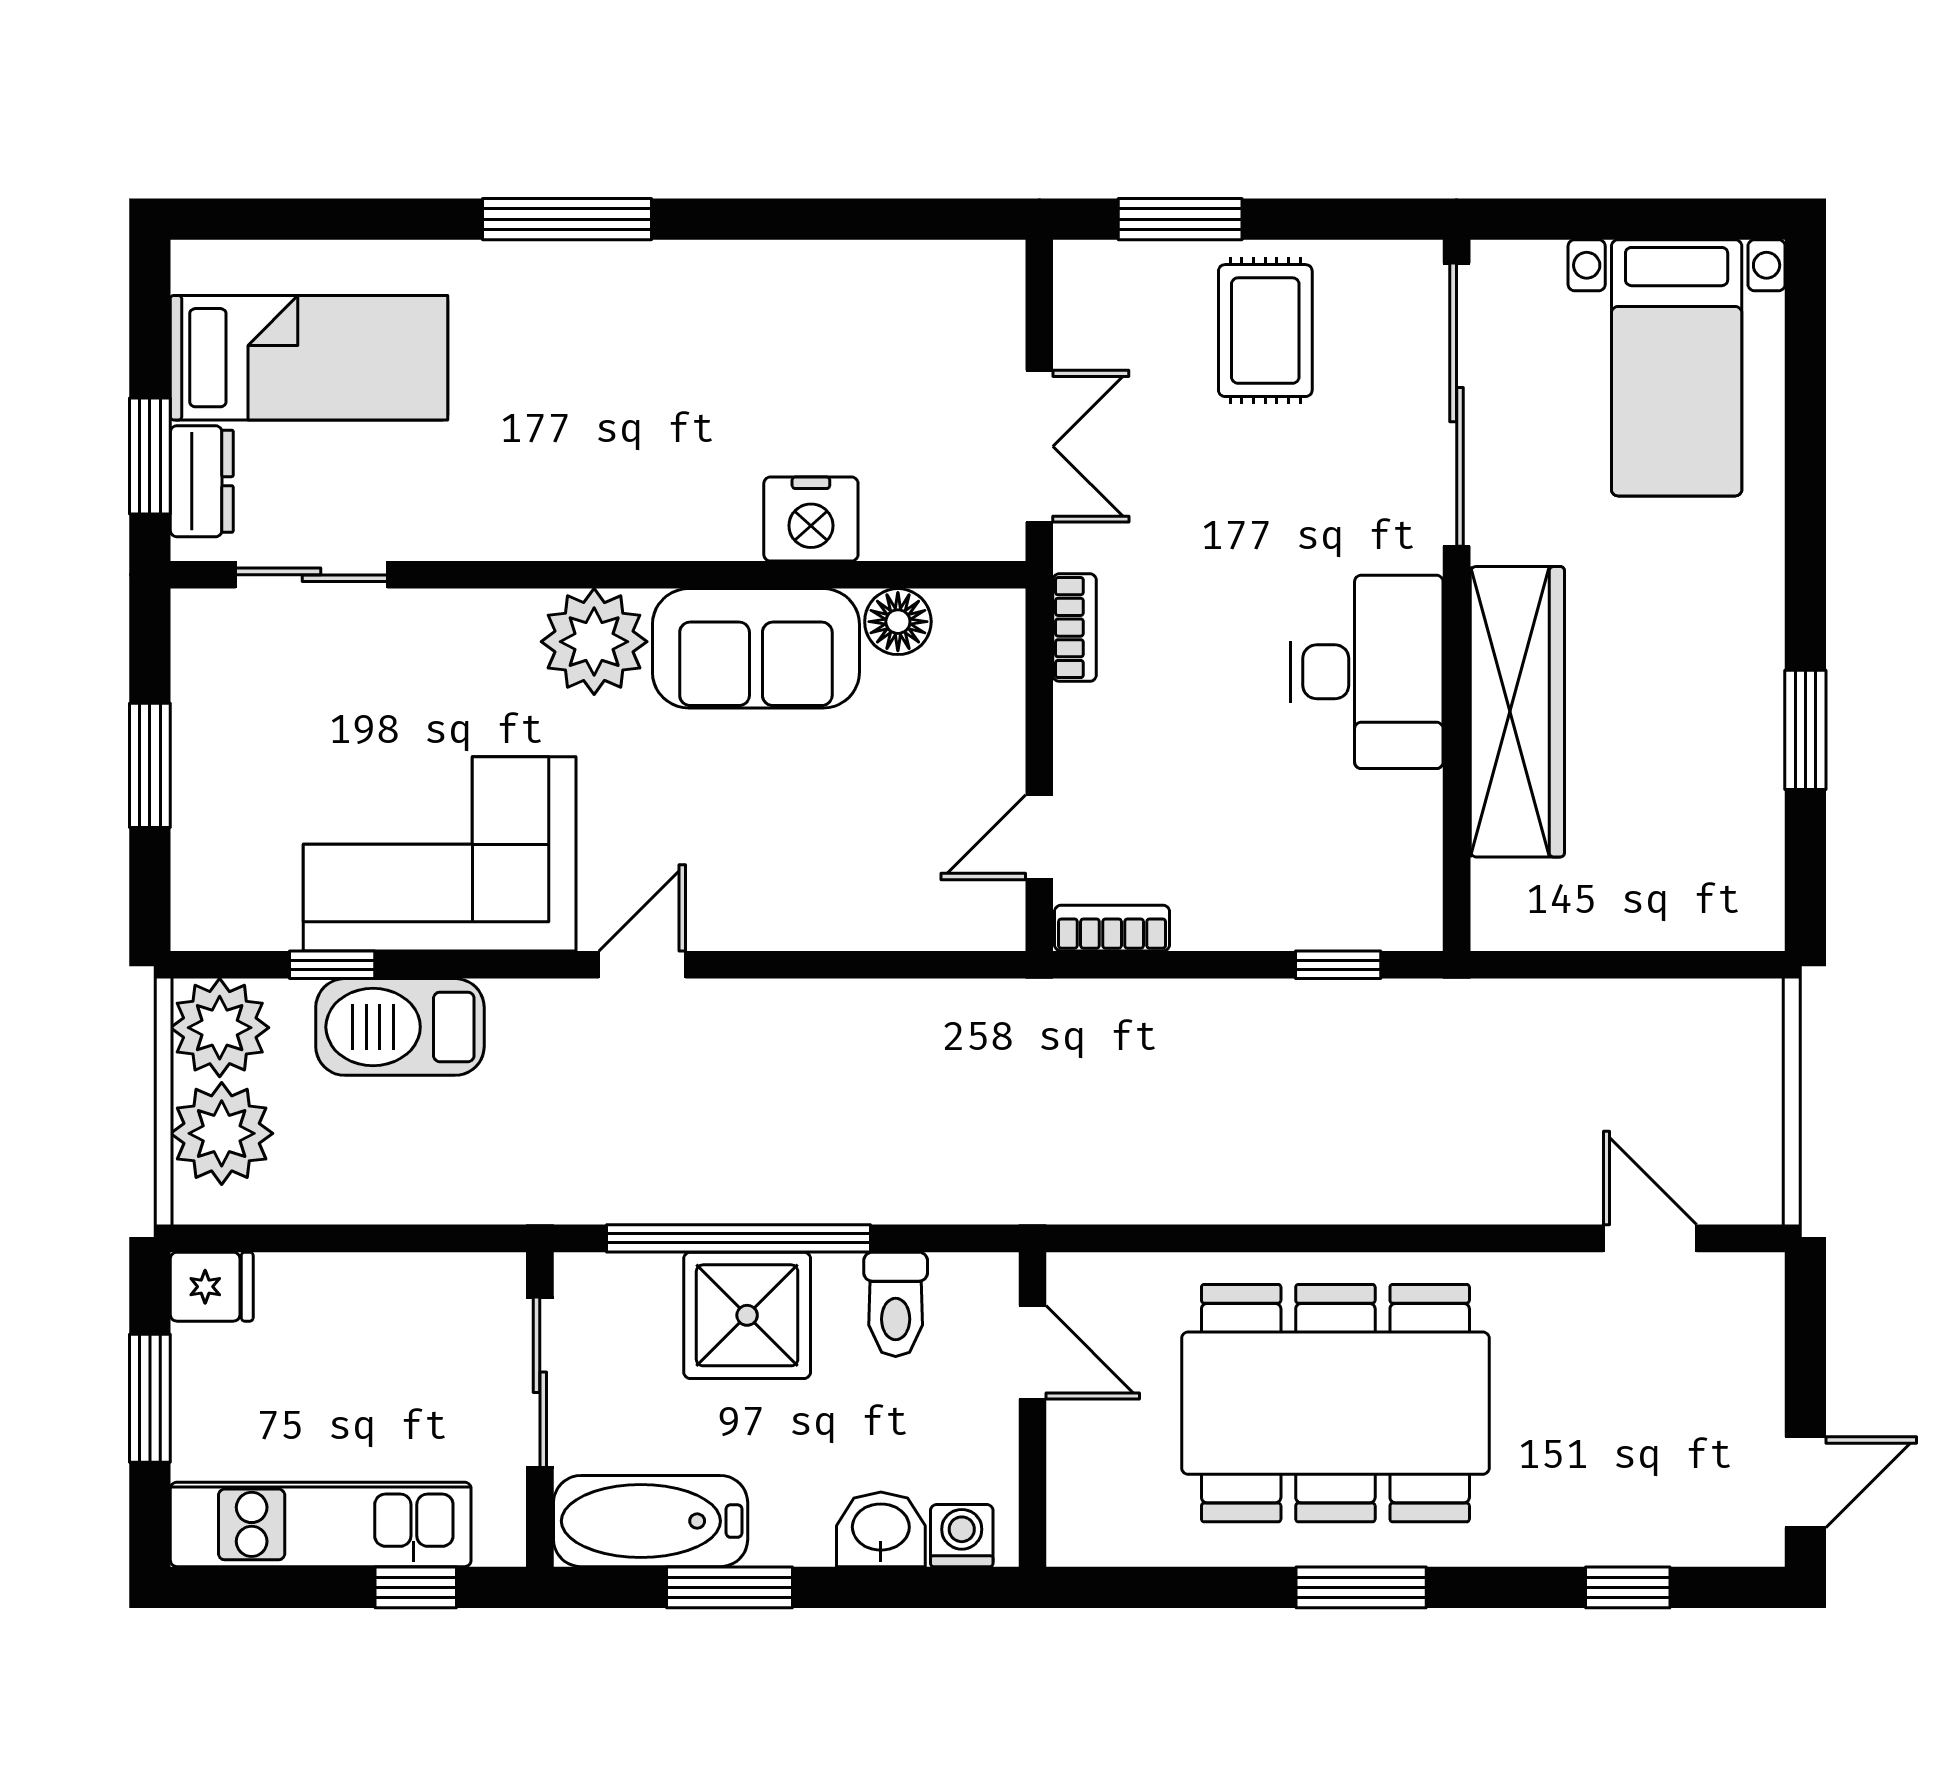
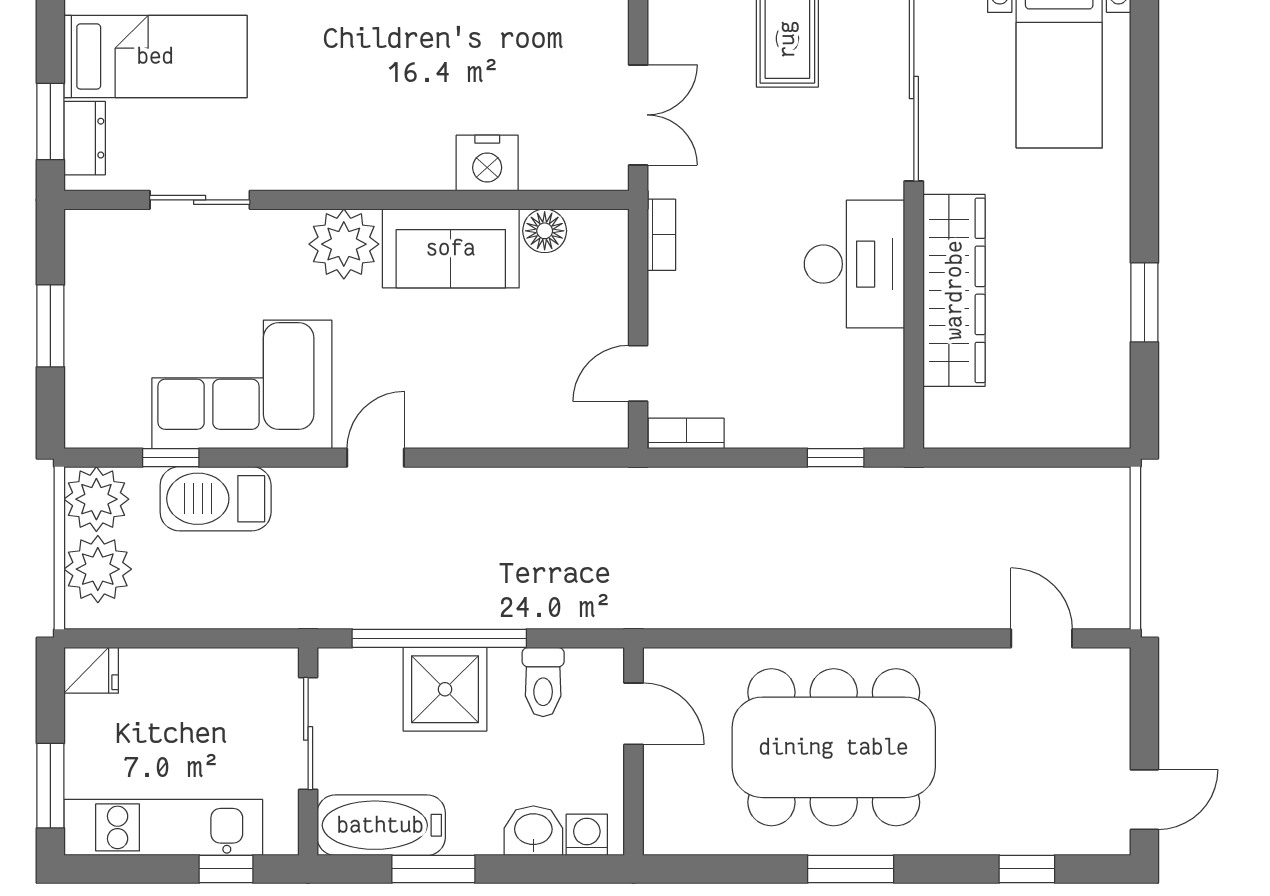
sliding door: (311, 575) -> (200, 200), moved
window: (150, 1398) -> (50, 786), moved

